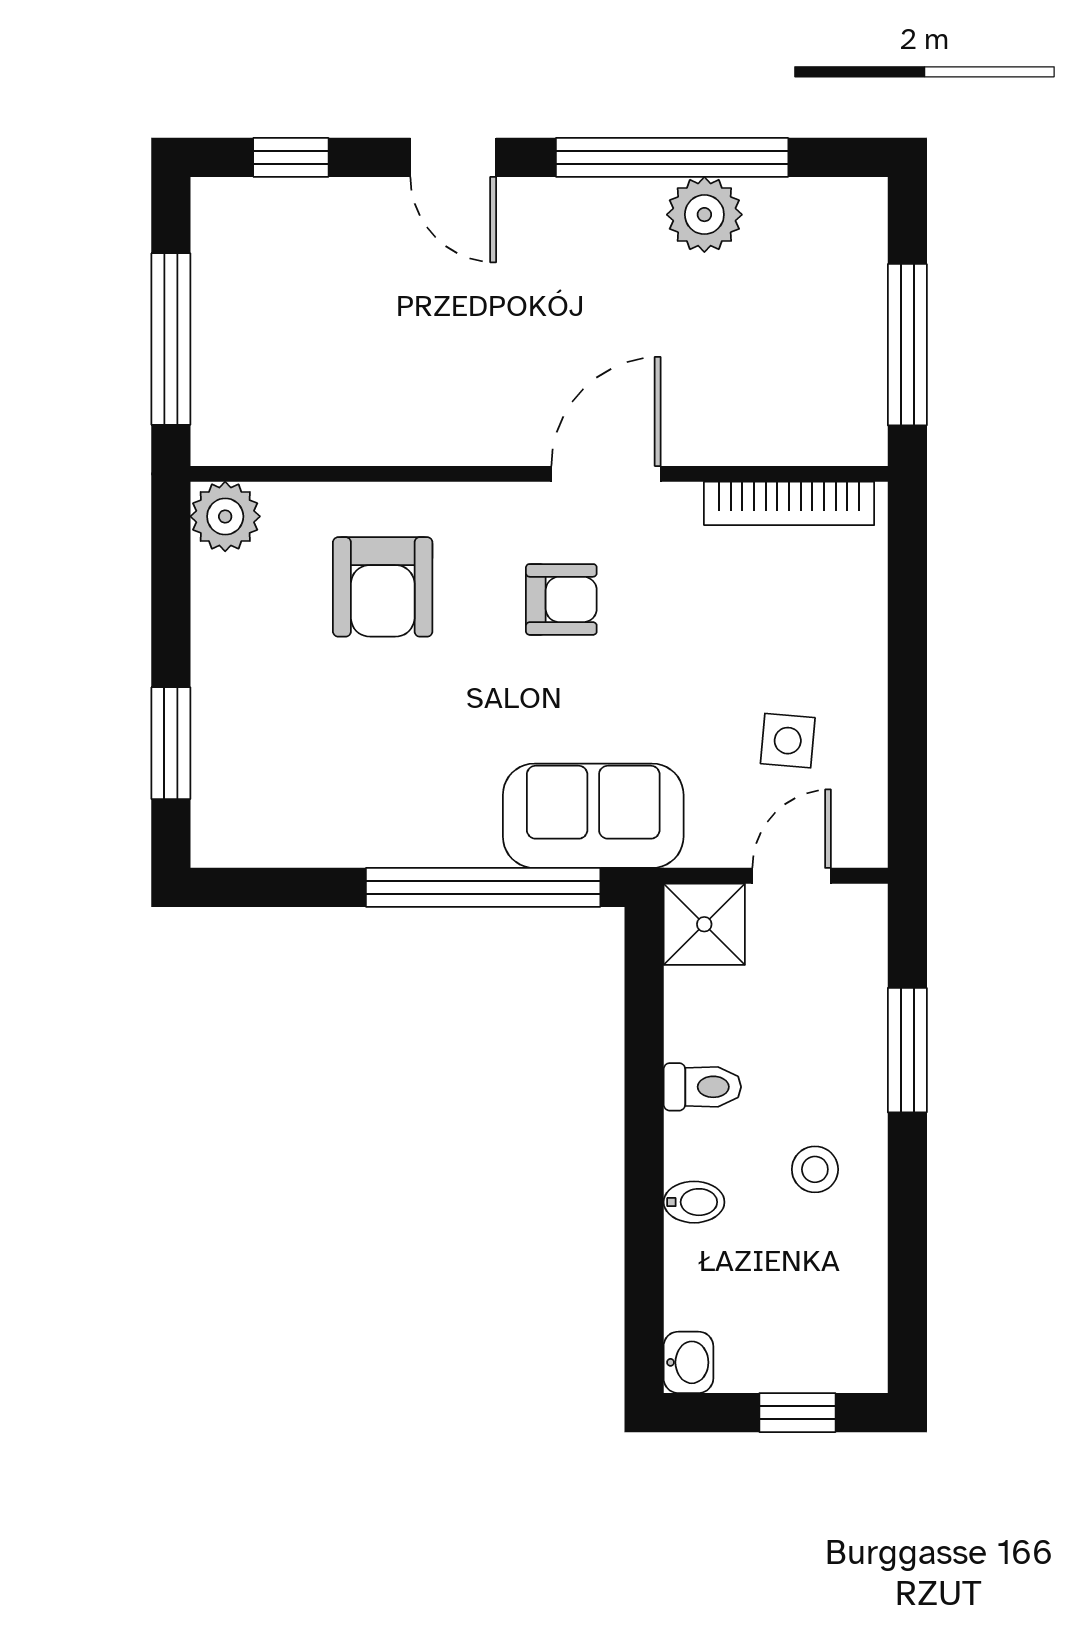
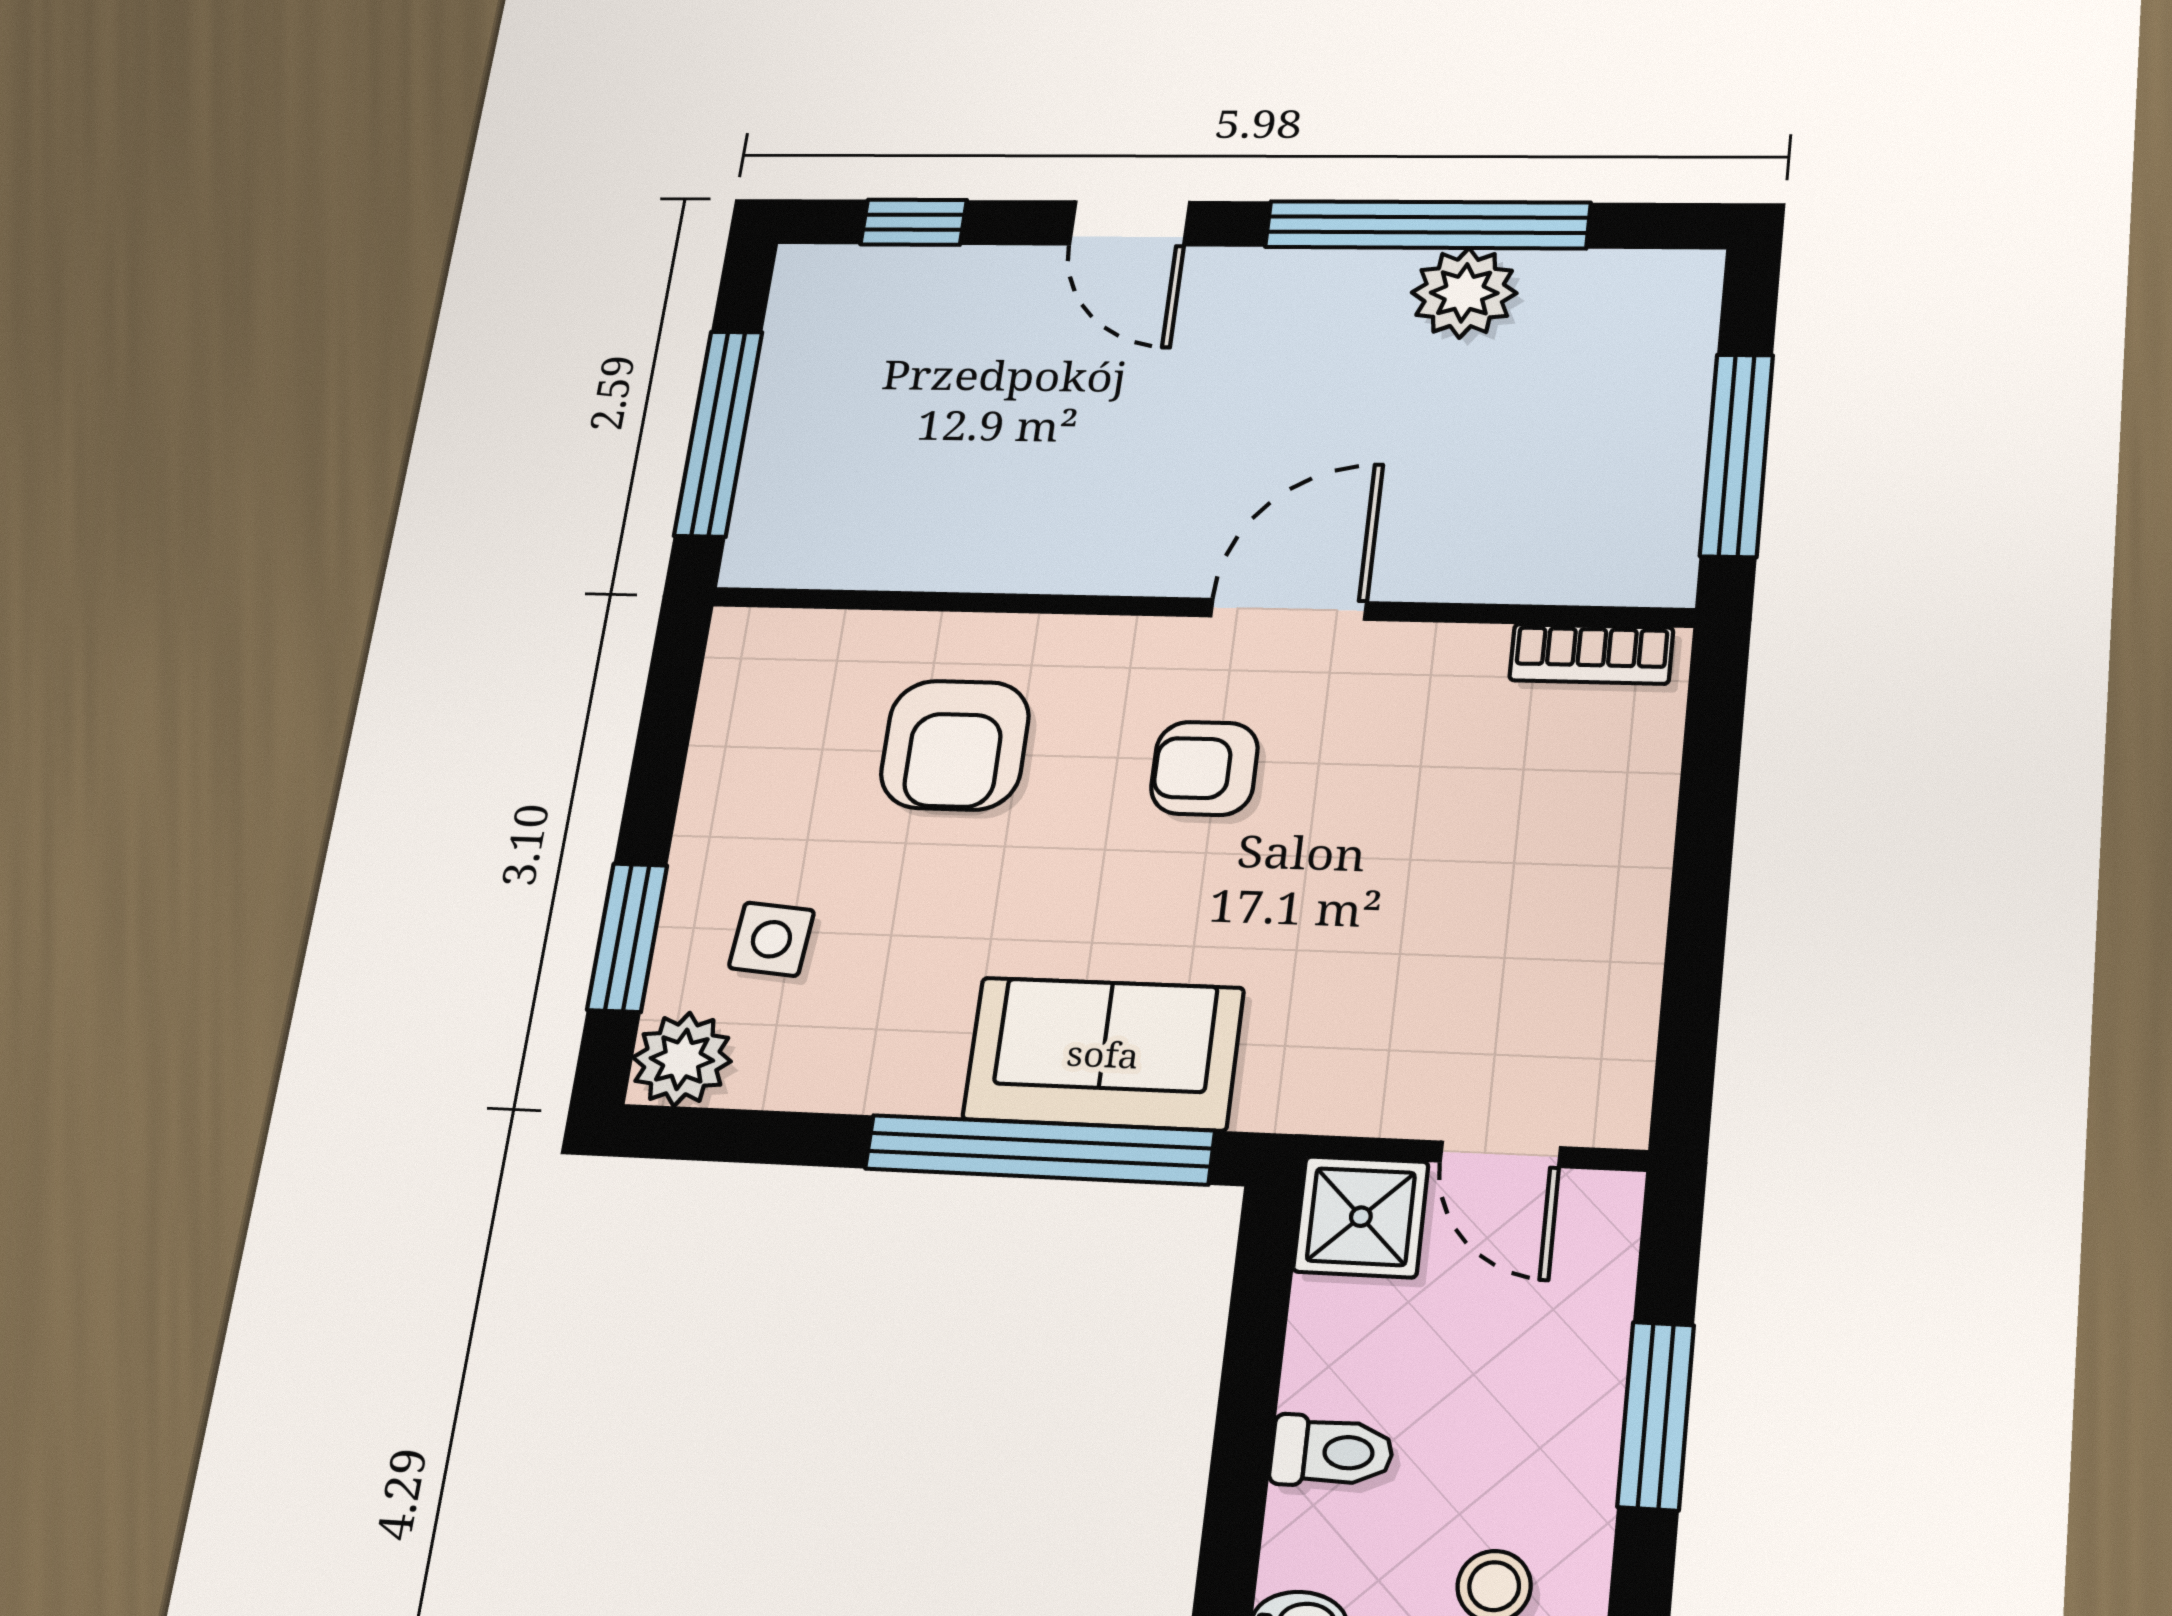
bookcase: (789, 503) -> (1591, 654), width x0.64
plant: (225, 516) -> (682, 1059), moved
armchair: (561, 599) -> (1204, 768), turned 180
side table: (788, 741) -> (771, 939), moved
sofa: (593, 816) -> (1103, 1054), moved
door: (792, 876) -> (1500, 1154), swing flipped

